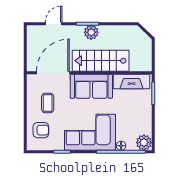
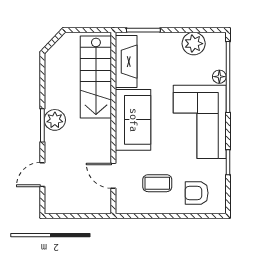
door: (54, 24) -> (42, 175), hinge flipped
stairs: (101, 61) -> (96, 77), moved
door: (53, 73) -> (113, 176), width x0.53
armchair: (41, 130) -> (197, 193), turned -90
plant: (144, 142) -> (194, 44), moved

